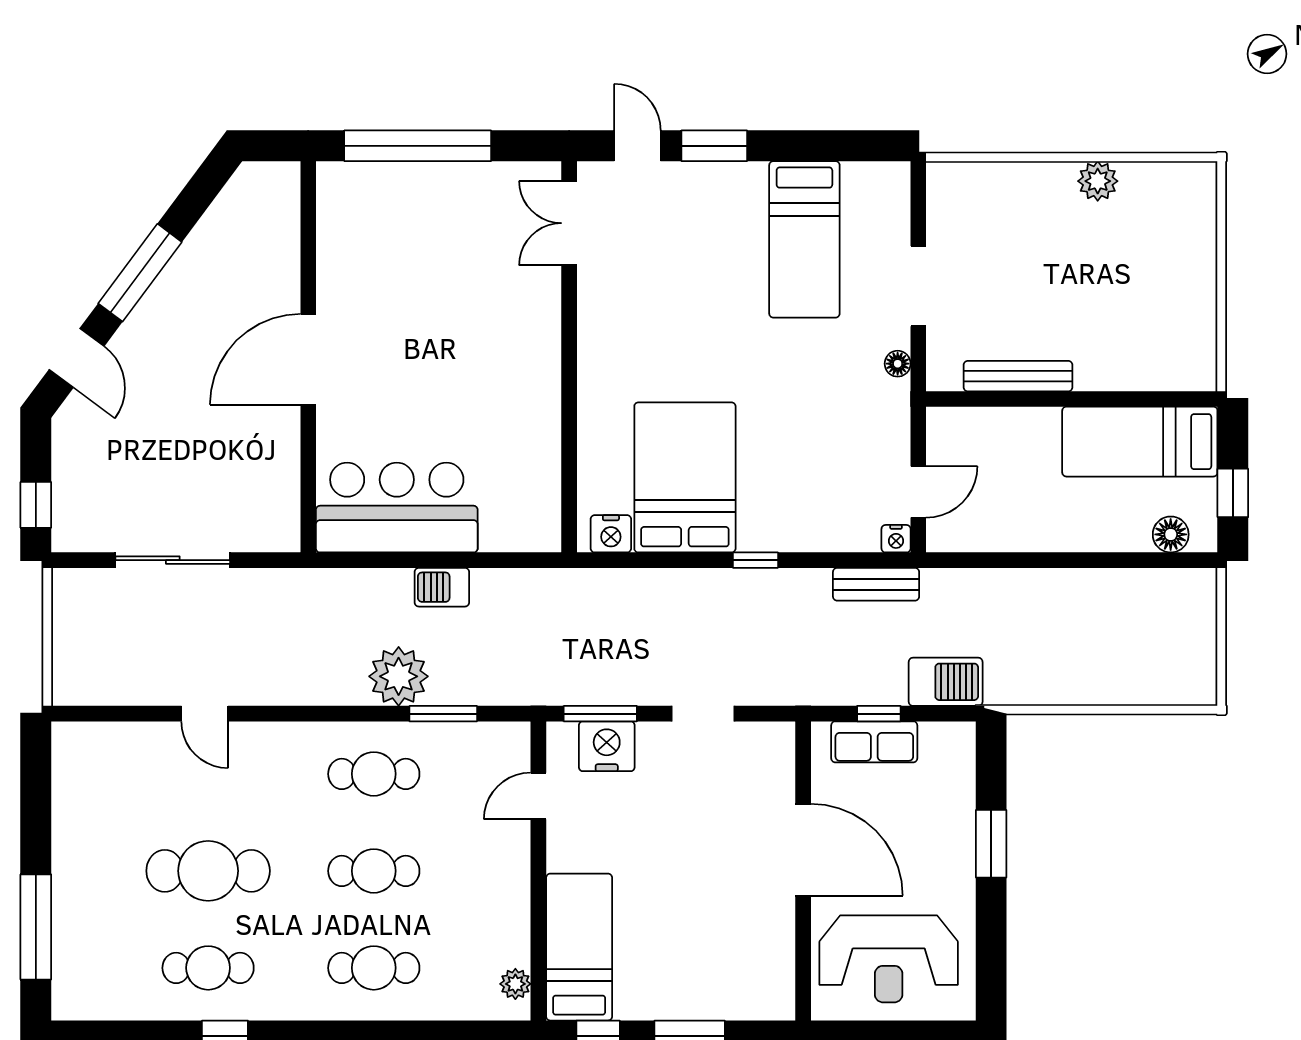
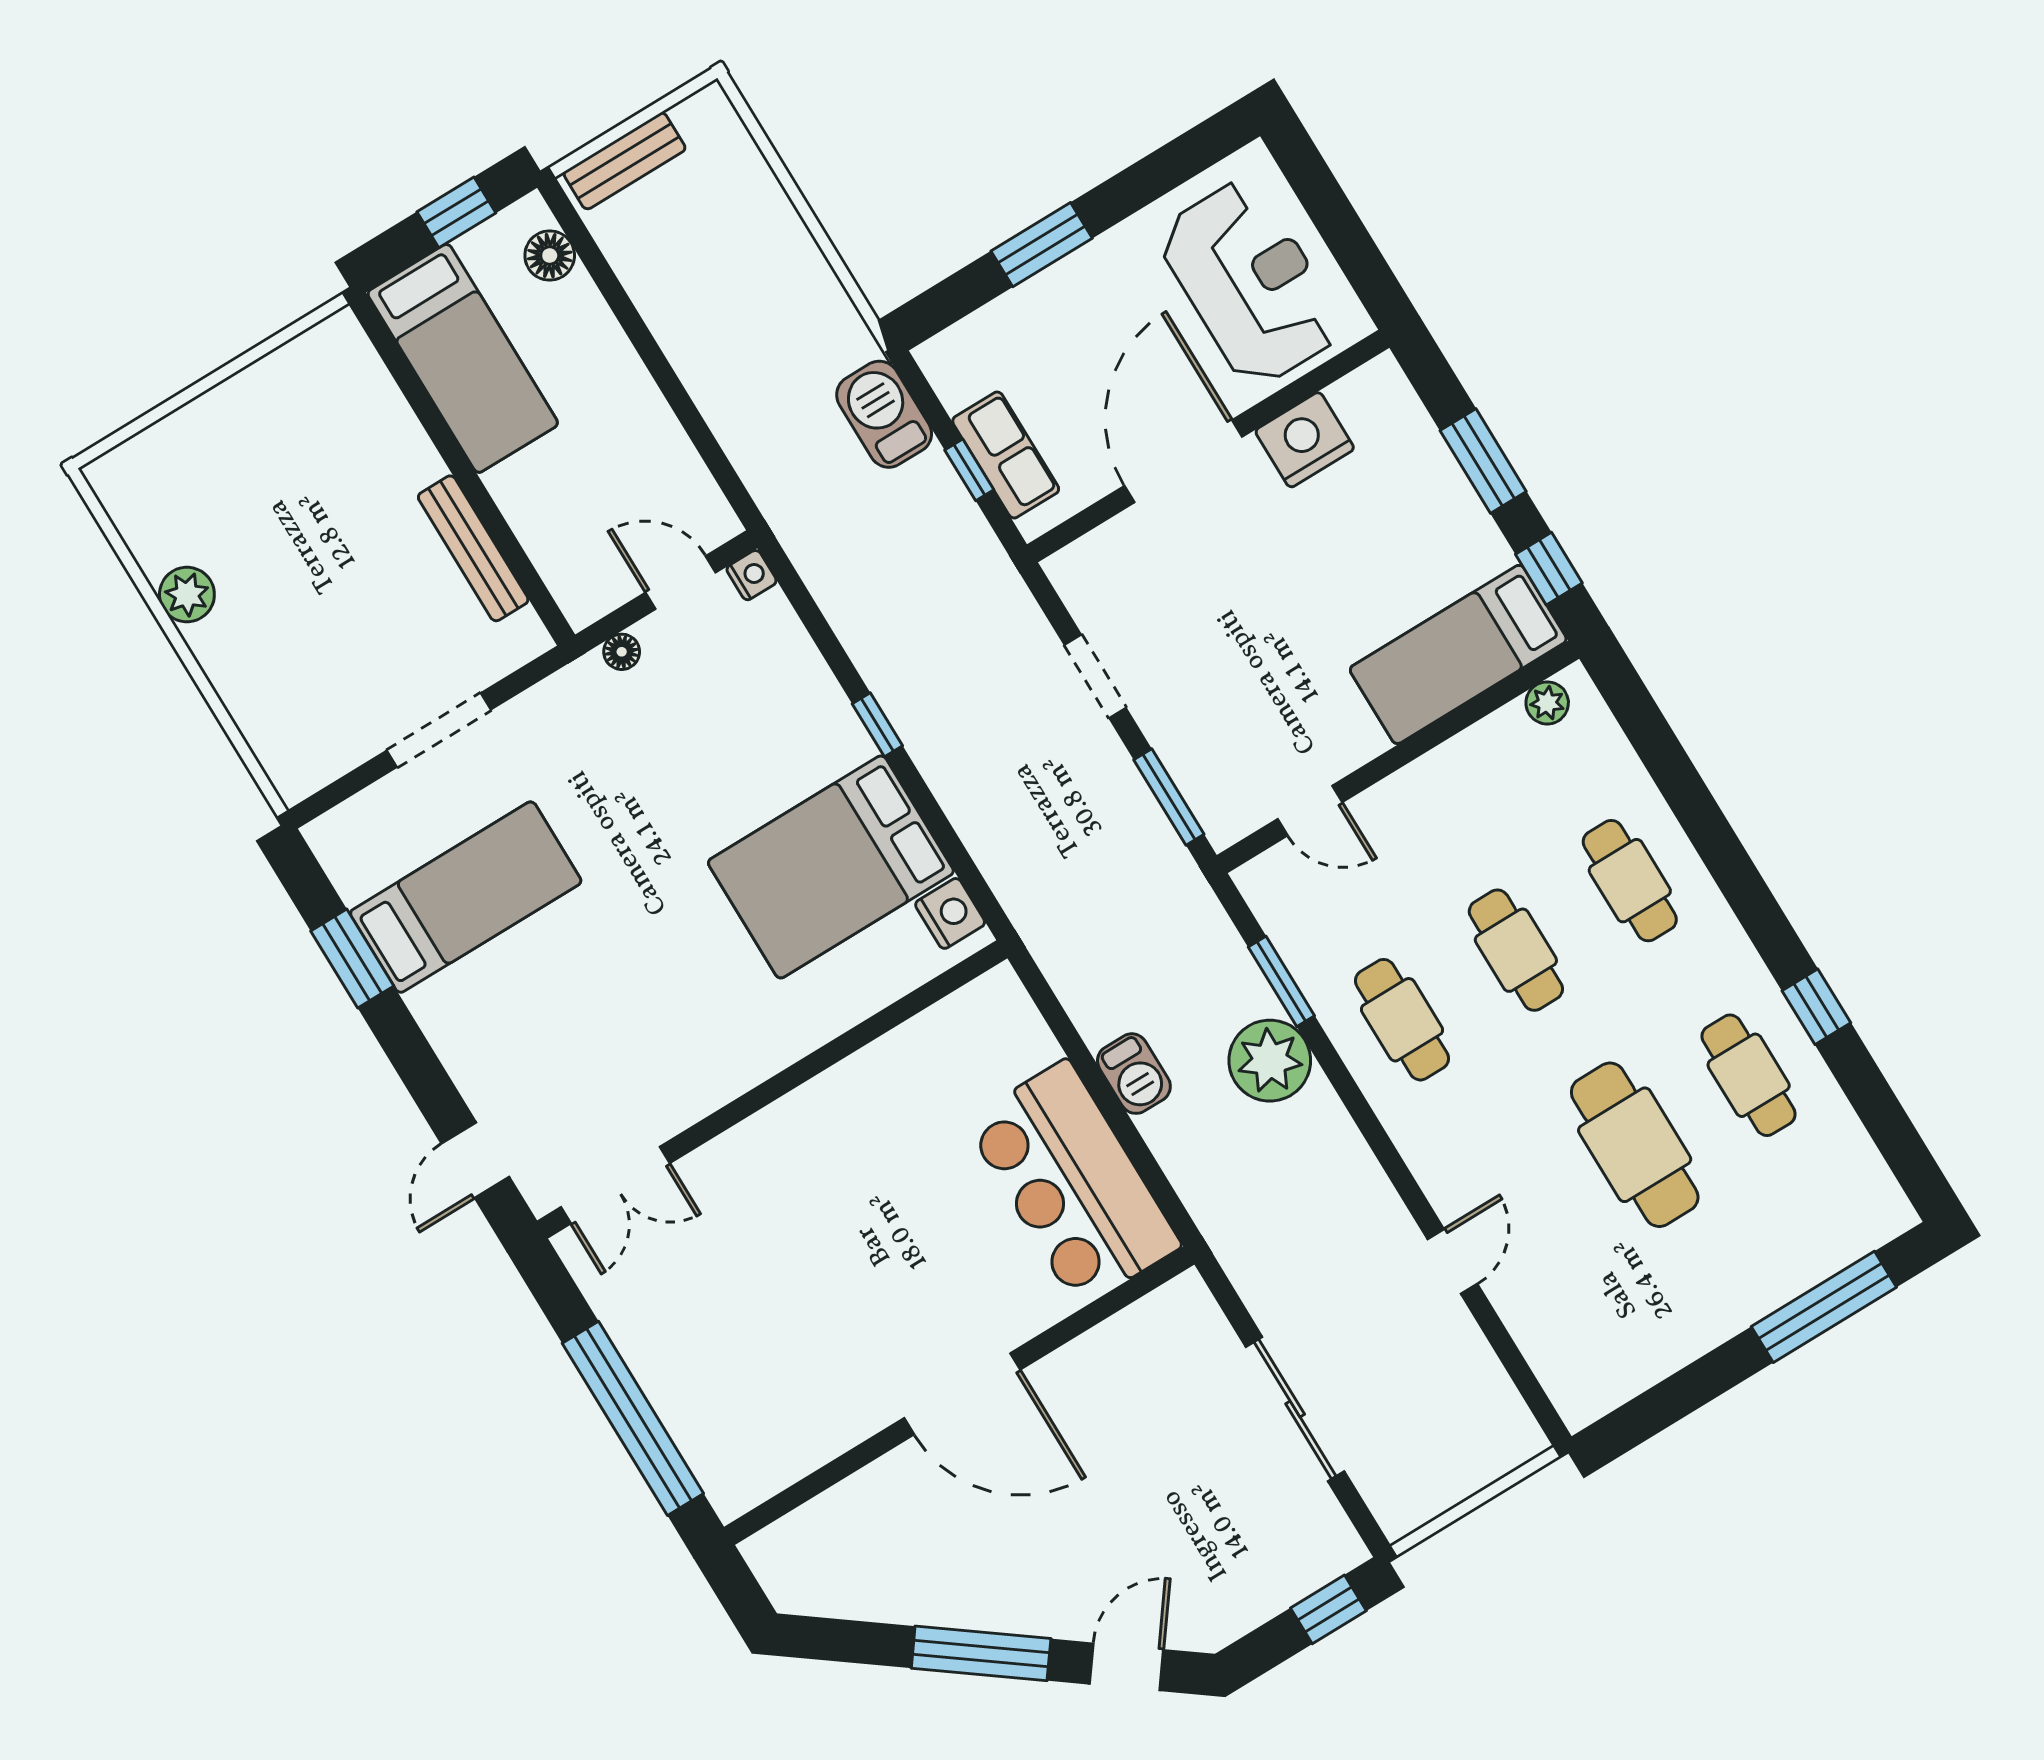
window: (714, 146) -> (352, 958), moved
floor lamp: (898, 364) -> (622, 652), moved
bench: (876, 584) -> (625, 161), moved, turned 90
nightstand: (607, 746) -> (1305, 440), moved, turned 90

